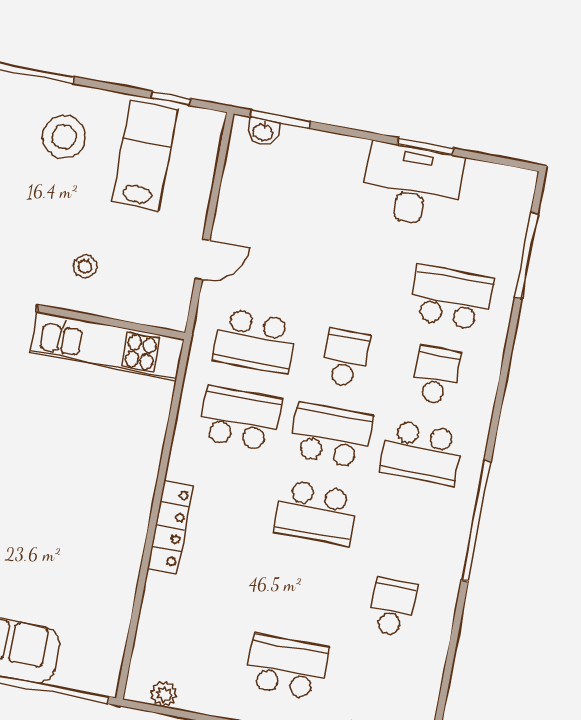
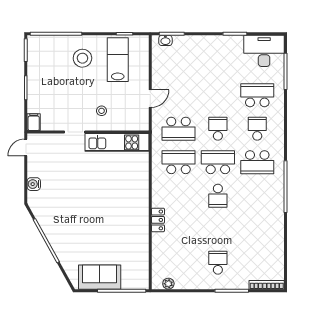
desk: (413, 185) -> (264, 51), moved
school desk: (316, 513) -> (218, 196), width x0.54
locker: (170, 527) -> (158, 220), width x0.66
school desk: (392, 607) -> (257, 229), removed
school desk: (287, 667) -> (218, 263), width x0.54

